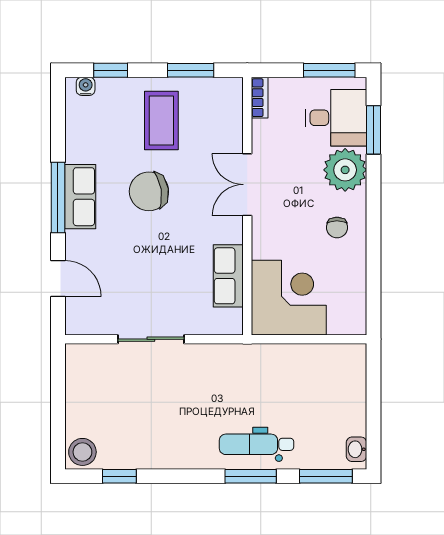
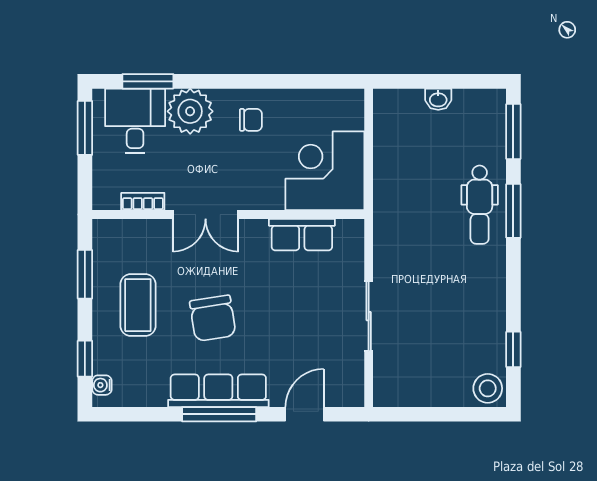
bookcase: (260, 98) -> (143, 202), moved
coffee table: (161, 121) -> (138, 305), turned 90
row of seats: (80, 197) -> (218, 391), width x1.48
washbasin: (356, 449) -> (438, 99), moved

